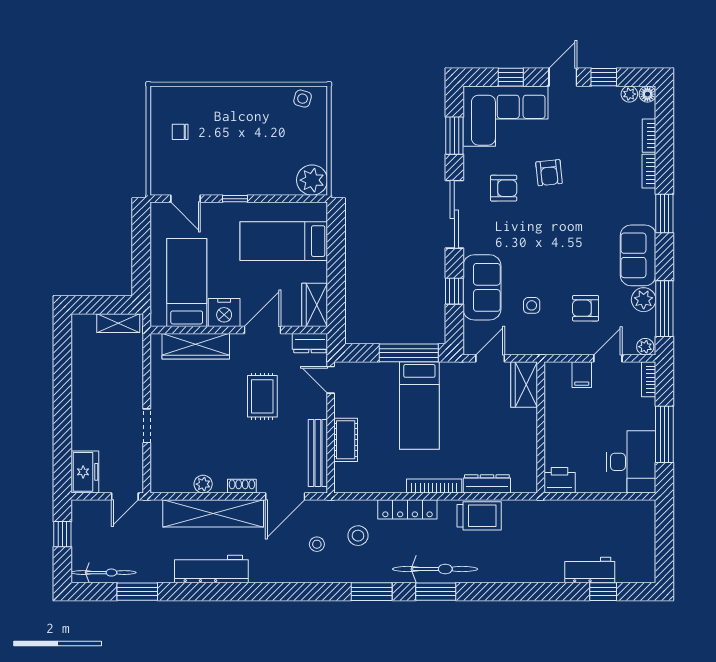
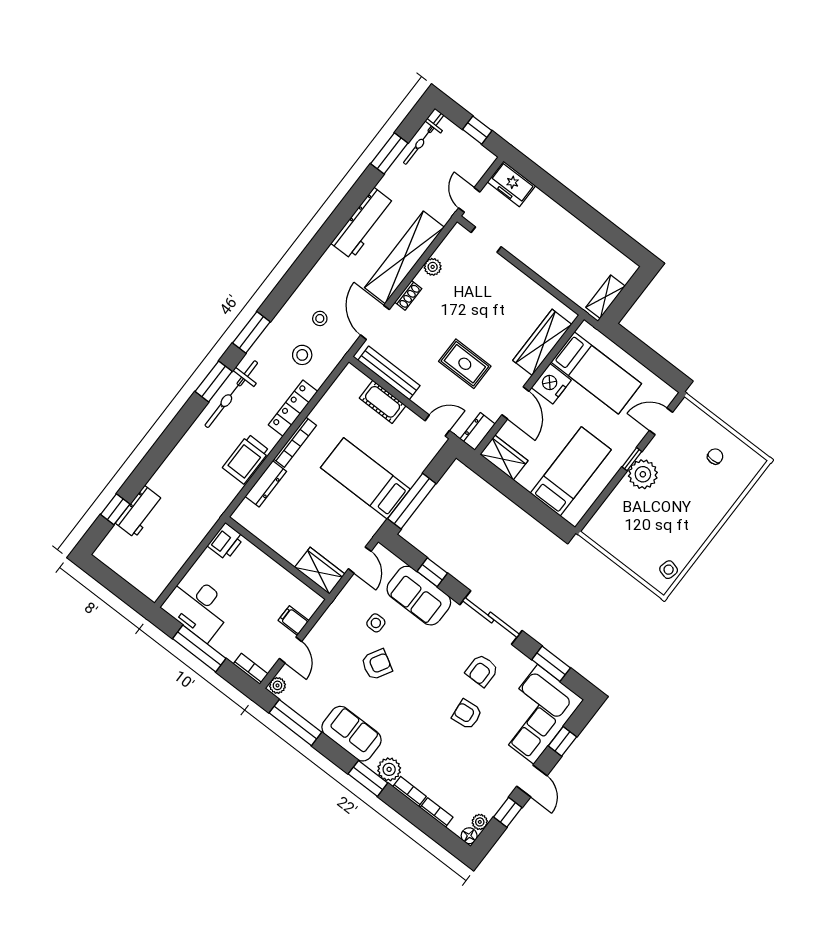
plant: (312, 180) -> (643, 474), moved
plant: (644, 300) -> (389, 769), moved
armchair: (586, 308) -> (377, 664), moved, turned 30
doorway: (147, 426) -> (486, 240), moved

